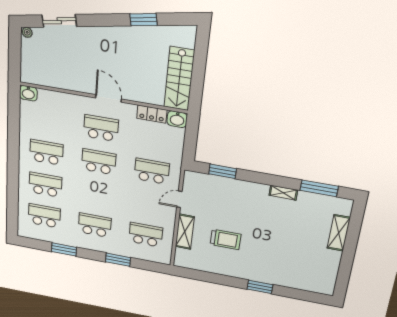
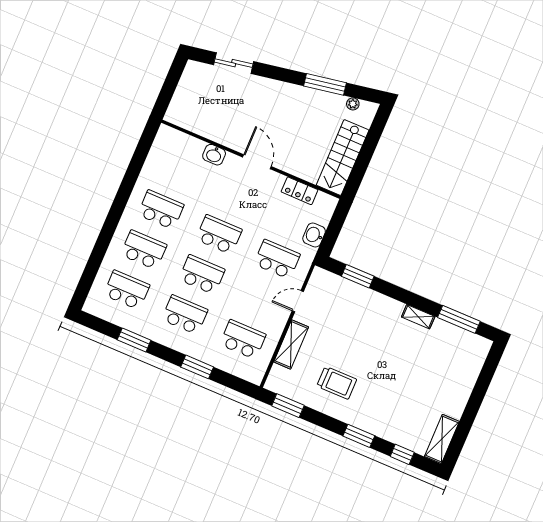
window: (143, 20) -> (325, 84), width x1.44
plant: (27, 32) -> (353, 104), moved
washbasin: (28, 93) -> (214, 155), moved
washbasin: (177, 119) -> (314, 235), moved, turned 90
school desk: (101, 128) -> (202, 275), moved
shelving: (339, 233) -> (442, 439), moved
trolley: (225, 239) -> (337, 383), moved
window: (197, 275) -> (288, 406), added
window: (299, 294) -> (402, 454), added

